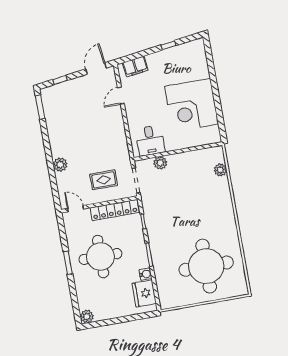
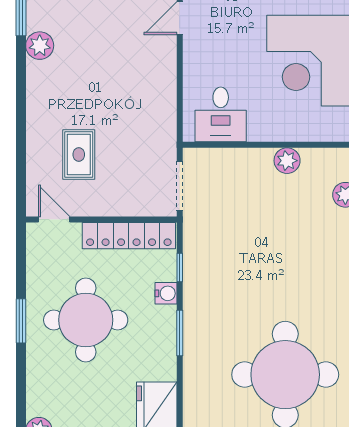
plant: (160, 163) -> (287, 161), moved
plant: (60, 165) -> (40, 46), moved
rug: (104, 180) -> (79, 154), moved, turned 90
water cooler: (145, 274) -> (166, 293), moved

